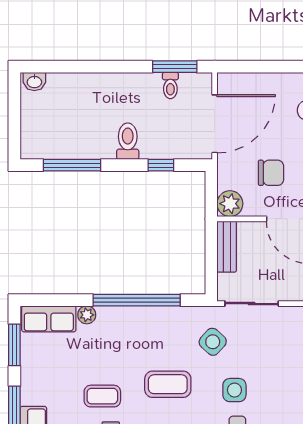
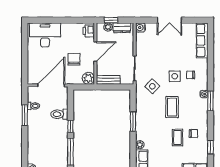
window: (175, 67) -> (25, 115), moved
door: (215, 124) -> (51, 85), hinge flipped
toilet: (128, 141) -> (59, 114), moved
window: (161, 165) -> (70, 126), moved
window: (137, 300) -> (133, 122), width x0.47

